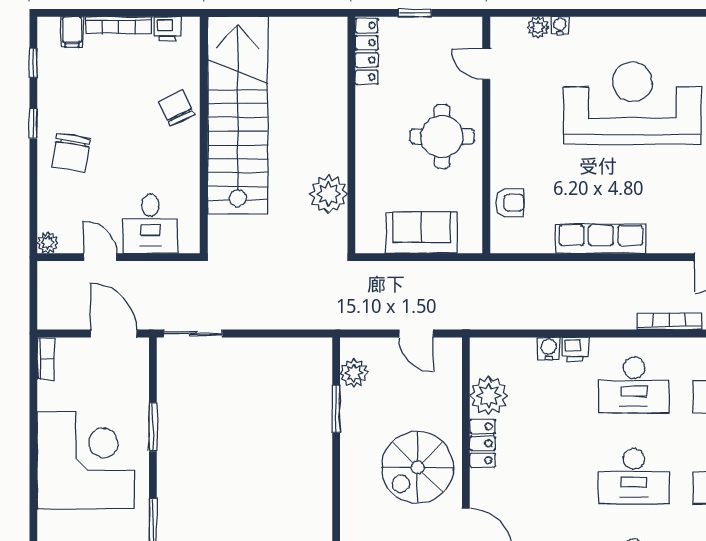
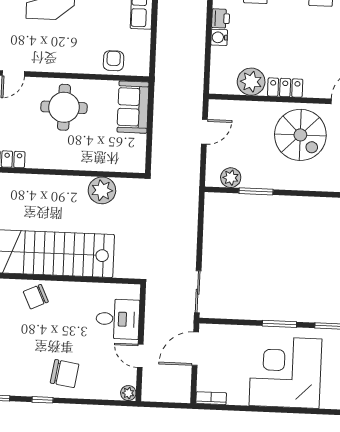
sofa: (422, 233) -> (133, 107), moved
door: (100, 257) -> (140, 356), hinge flipped
window: (153, 427) -> (279, 324), moved

